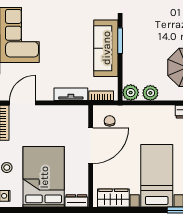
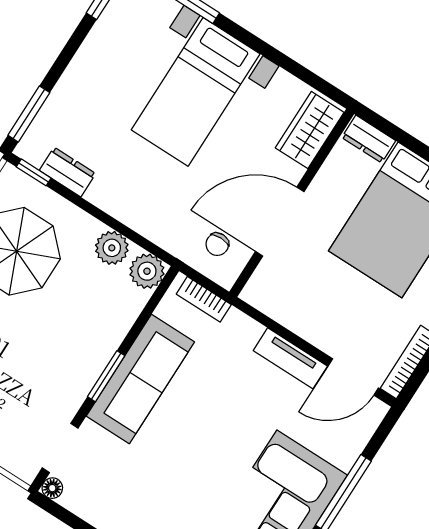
tv unit: (71, 94) -> (290, 358), moved
wardrobe: (113, 198) -> (310, 130), moved, turned 90

